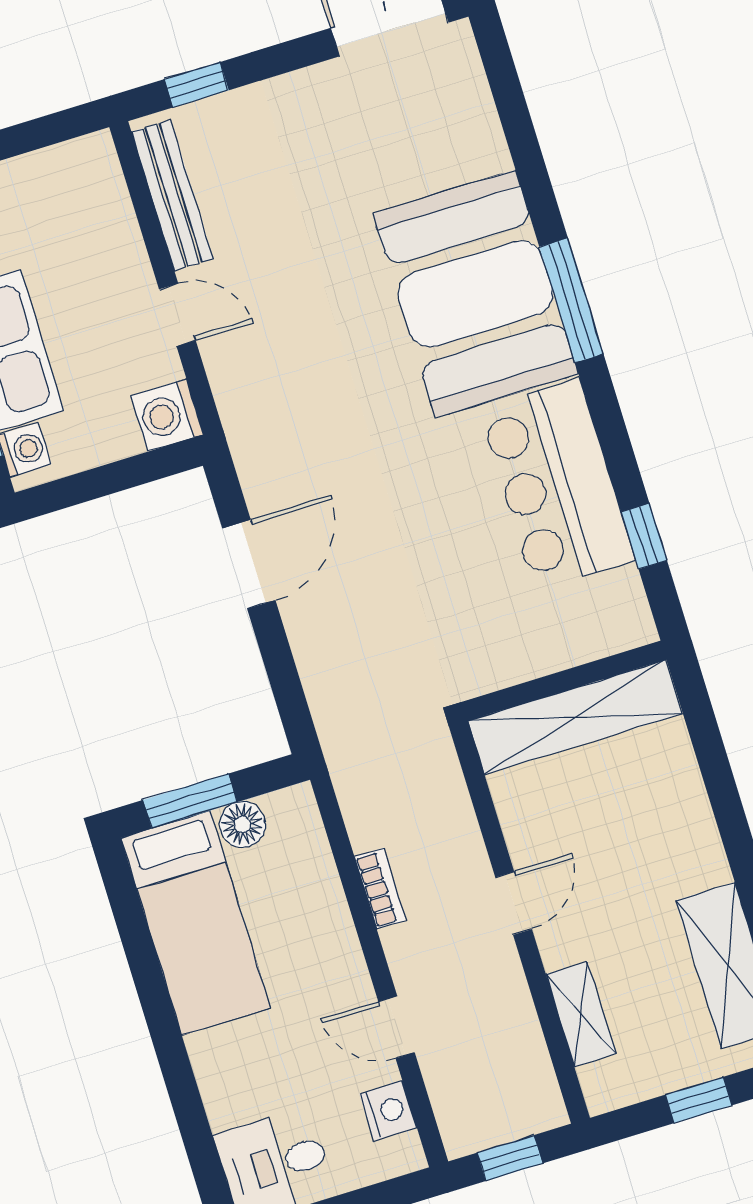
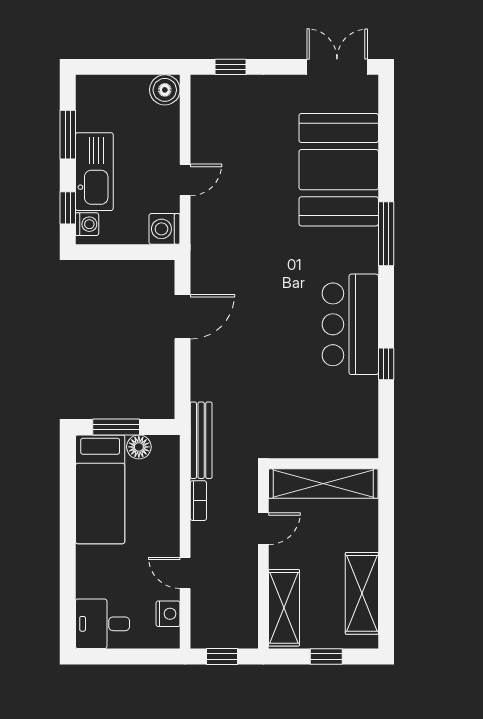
boiler: (90, 163) -> (165, 90), added
bench: (172, 195) -> (201, 440), moved
booth: (475, 294) -> (339, 170), moved
door: (177, 315) -> (185, 180), hinge flipped
wall: (564, 681) -> (323, 463), moved
shelving: (575, 717) -> (323, 484), moved
shelving: (581, 1014) -> (284, 608), width x1.50, depth x1.33

